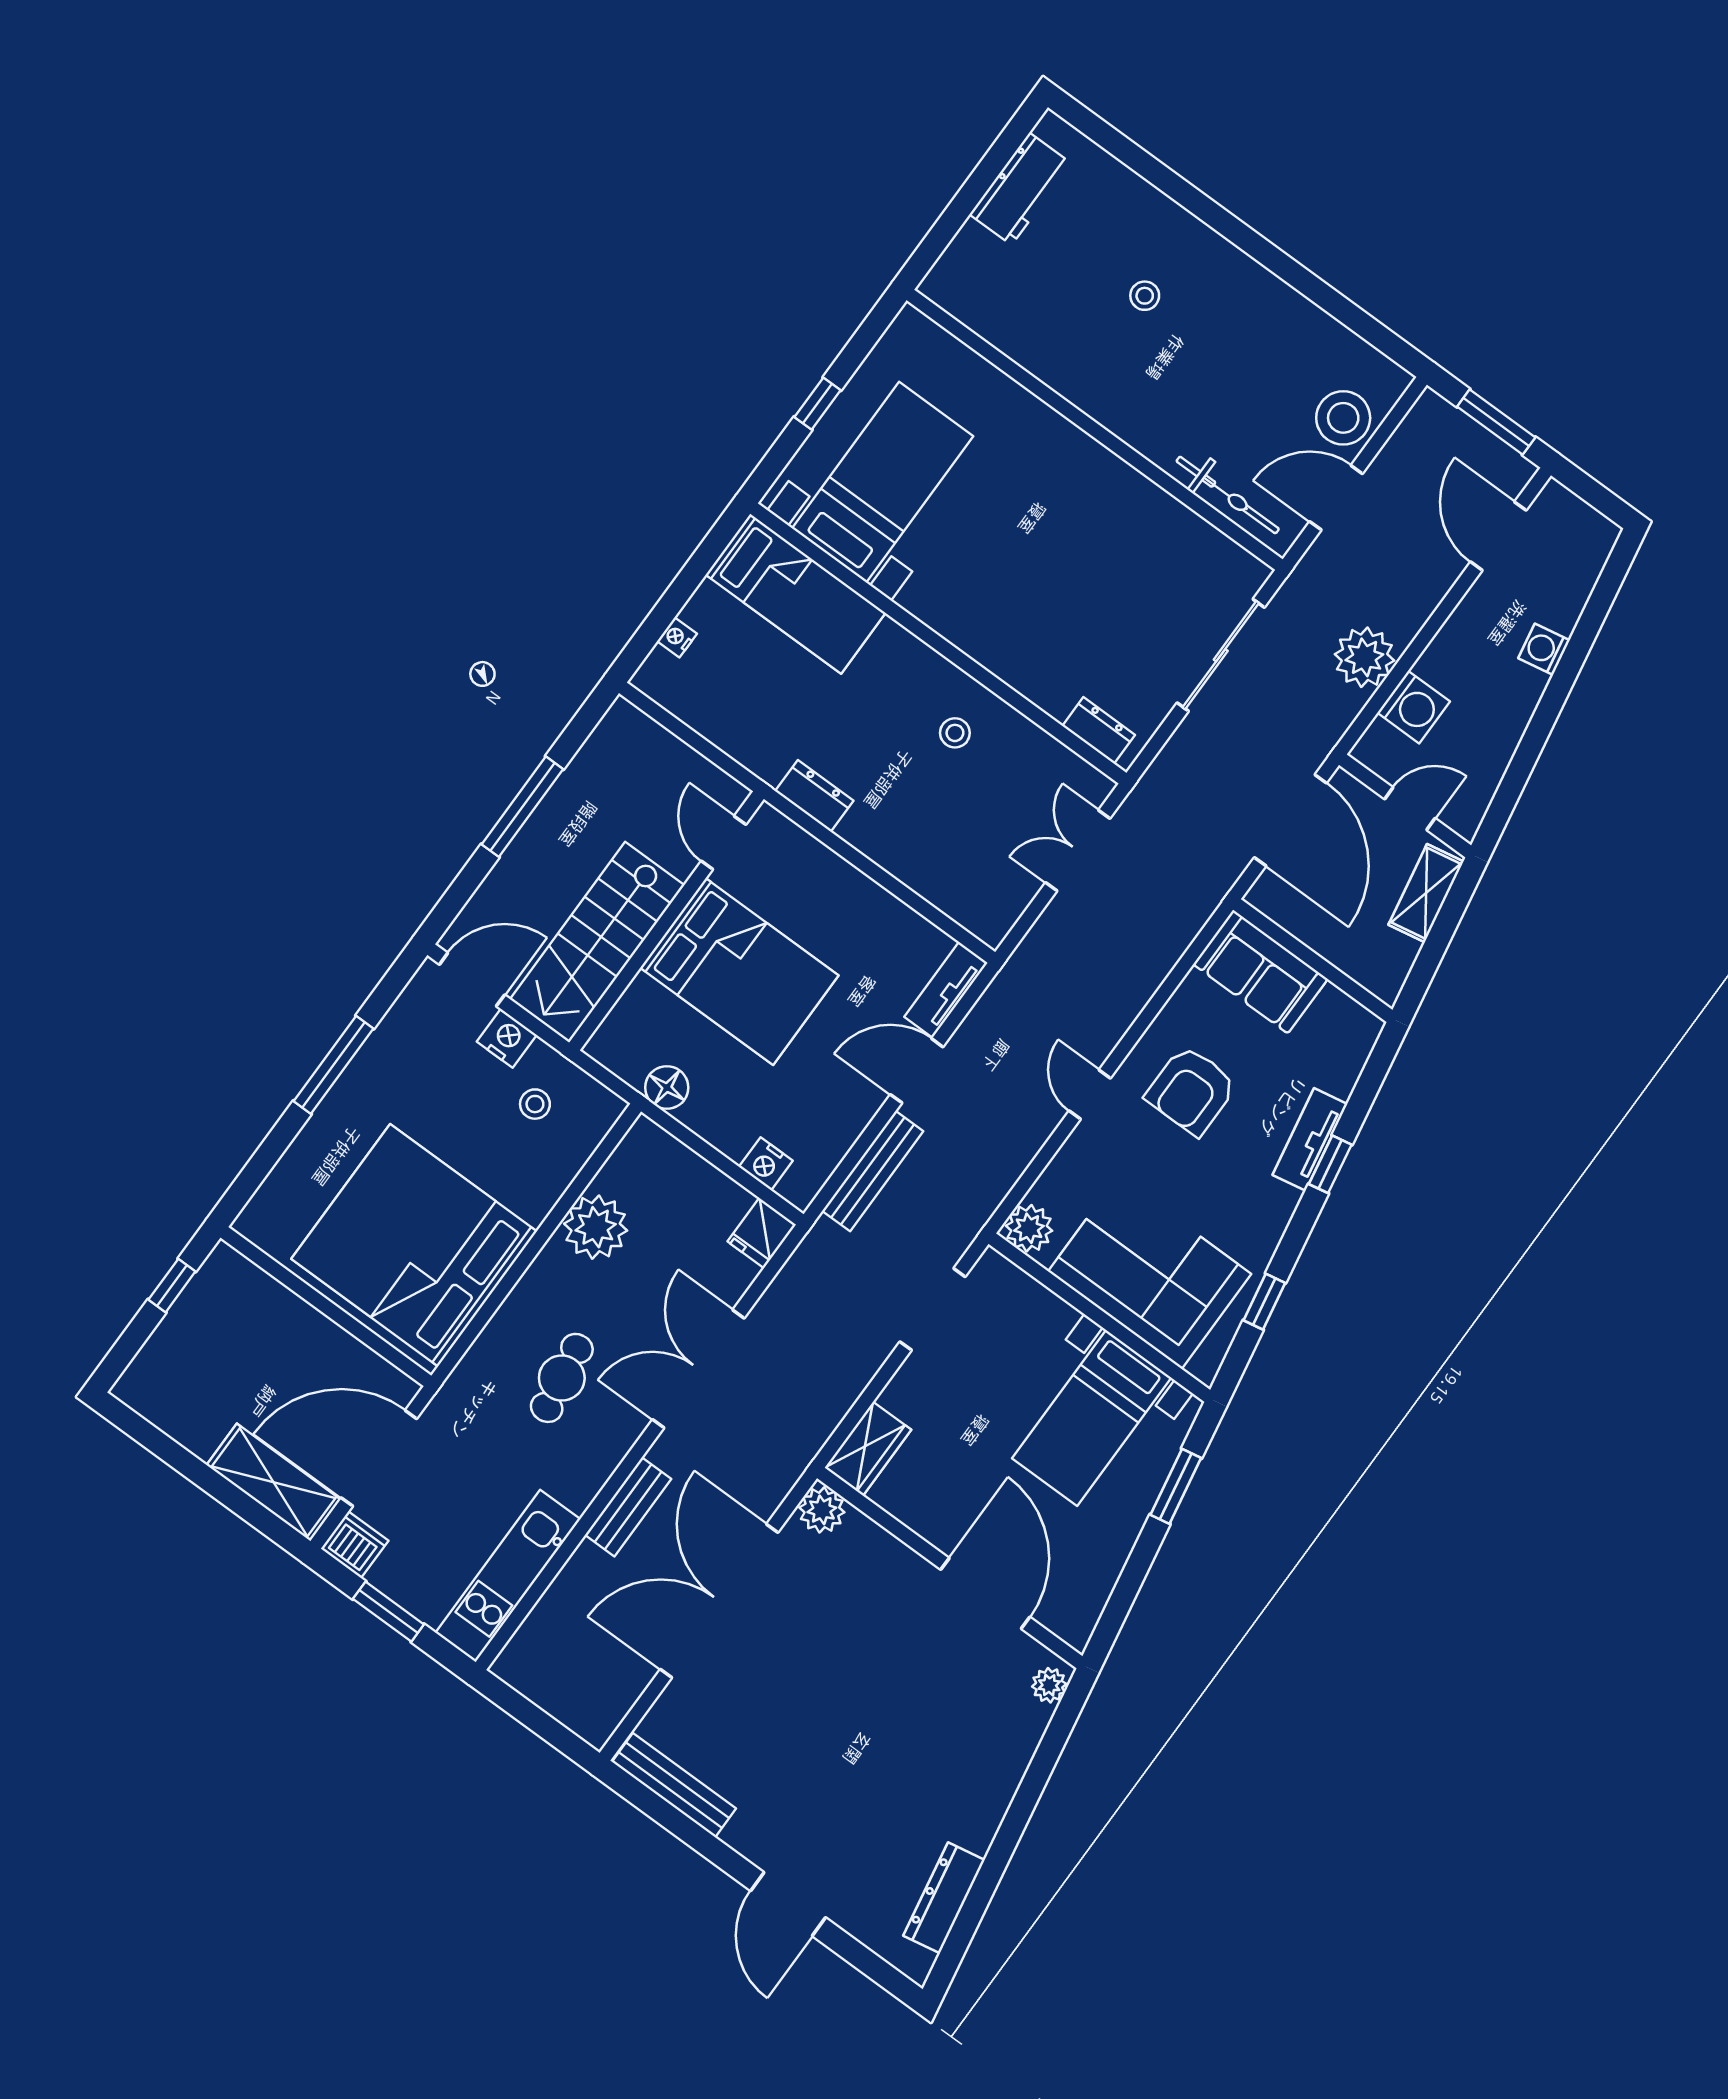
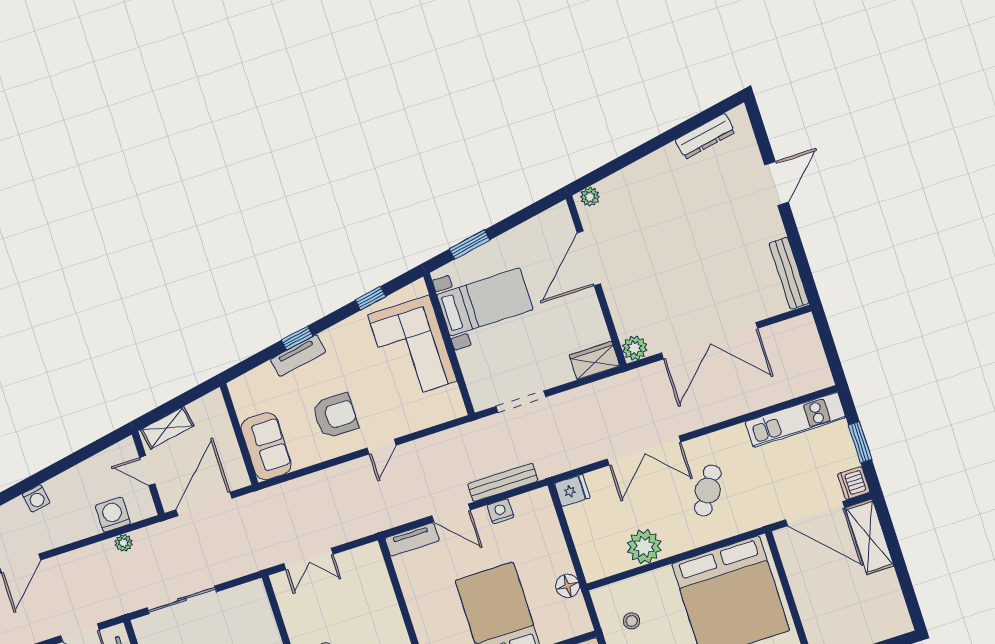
plant: (1364, 657) -> (124, 543), width x0.53, depth x0.53
dresser: (1099, 730) -> (260, 606), removed
nightstand: (766, 1164) -> (500, 511), moved, turned -90
plant: (1029, 1228) -> (452, 407), removed
cafe table: (562, 1378) -> (708, 490), turned -49
bench: (628, 1507) -> (720, 412), removed

